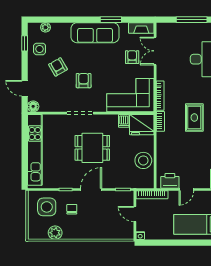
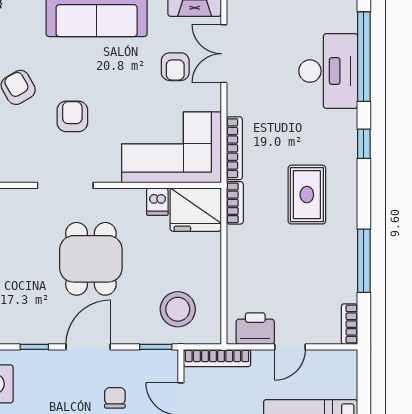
armchair: (132, 57) -> (175, 67), turned 180
dining table: (92, 148) -> (91, 259), turned 90
stool: (143, 160) -> (178, 309), moved
chair: (72, 209) -> (115, 398), moved

